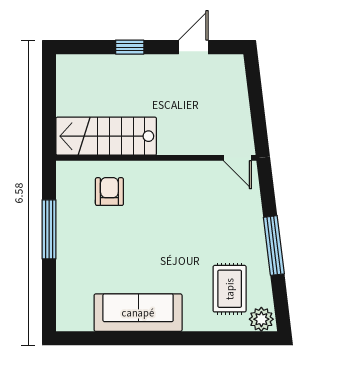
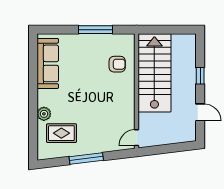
stairs: (106, 136) -> (154, 73), width x1.36, depth x1.51
sofa: (138, 313) -> (48, 63), moved
plant: (261, 319) -> (44, 114), moved

